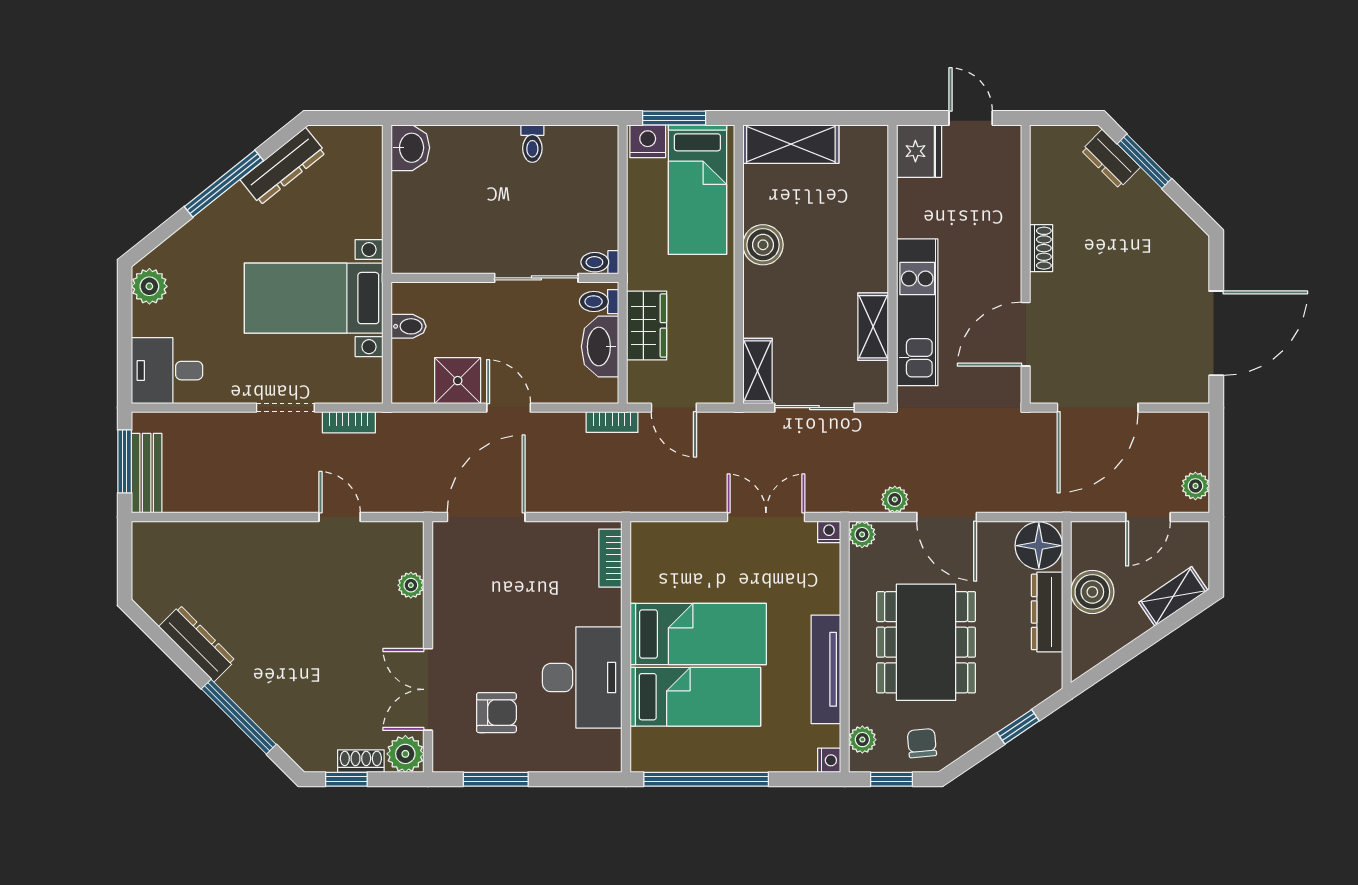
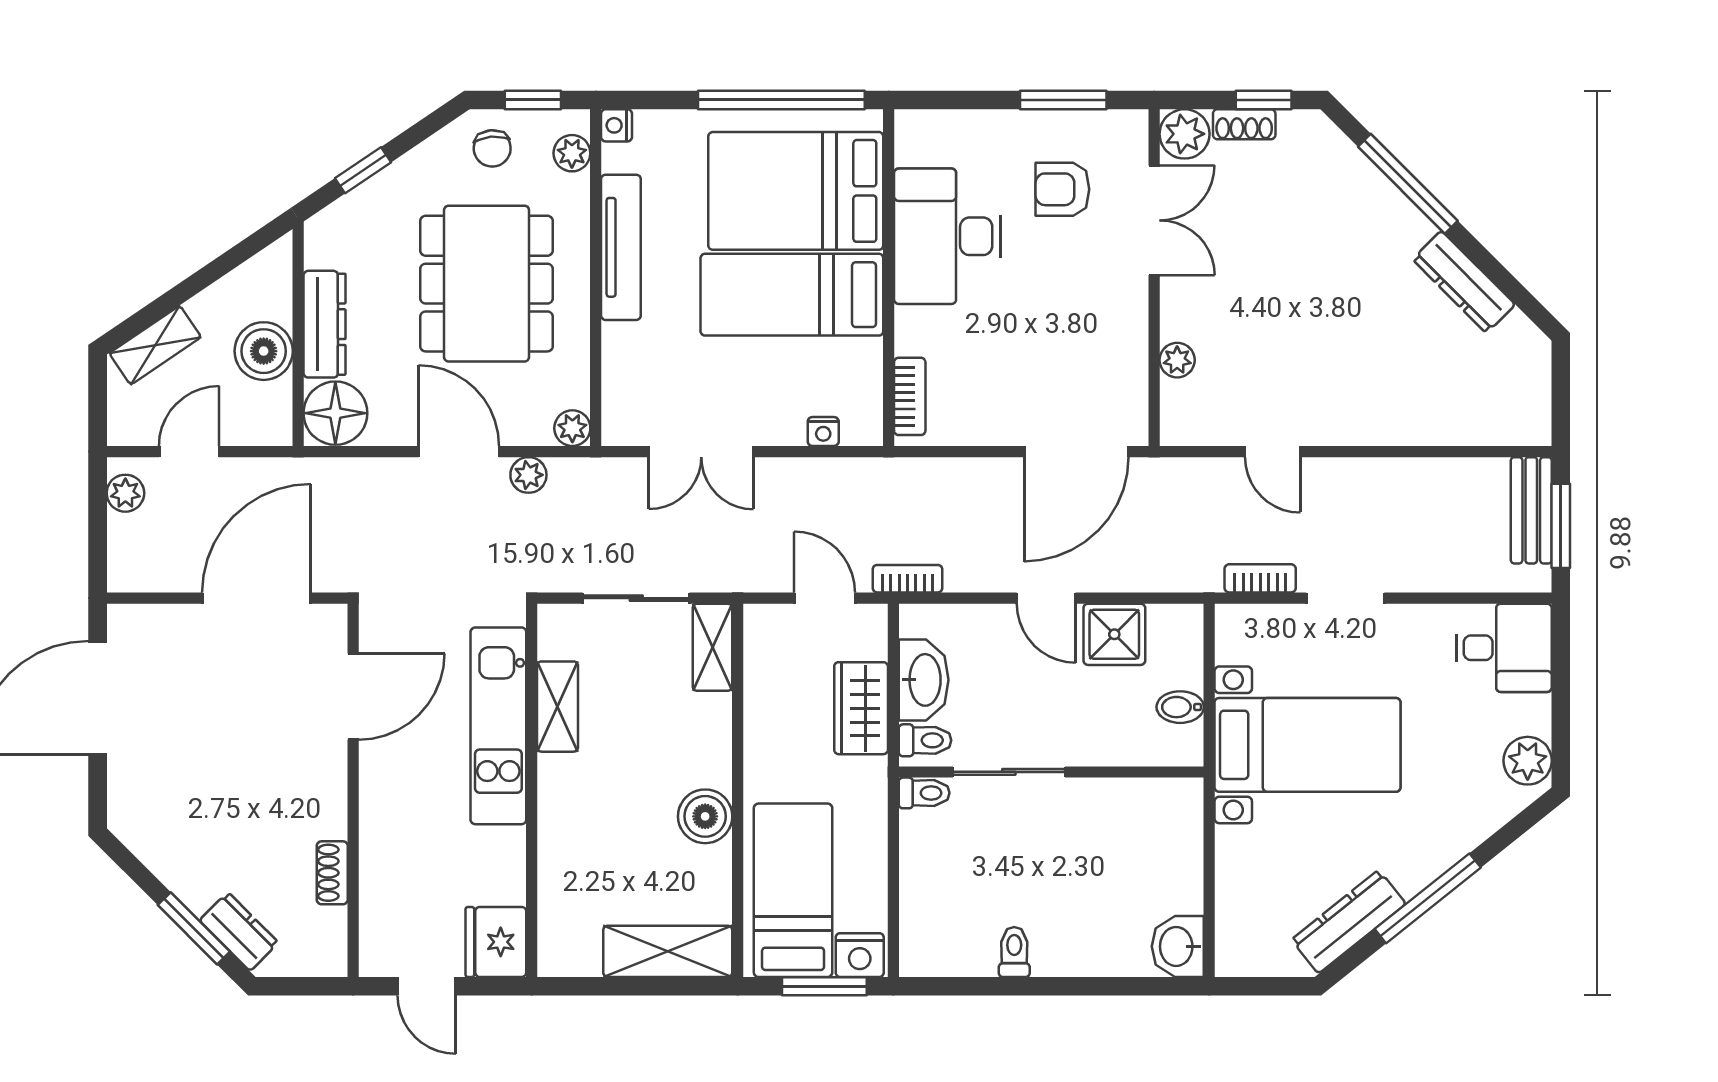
shoe rack: (1041, 248) -> (332, 873), moved
nightstand: (829, 532) -> (823, 432), moved
bed: (695, 697) -> (796, 191), width x1.50

